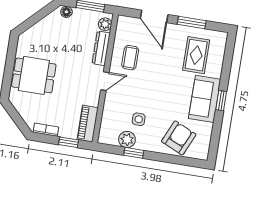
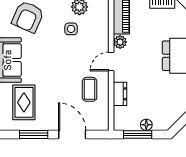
floor lamp: (66, 12) -> (146, 125), moved
plant: (105, 24) -> (120, 42), moved
dresser: (101, 48) -> (120, 94), width x0.70

